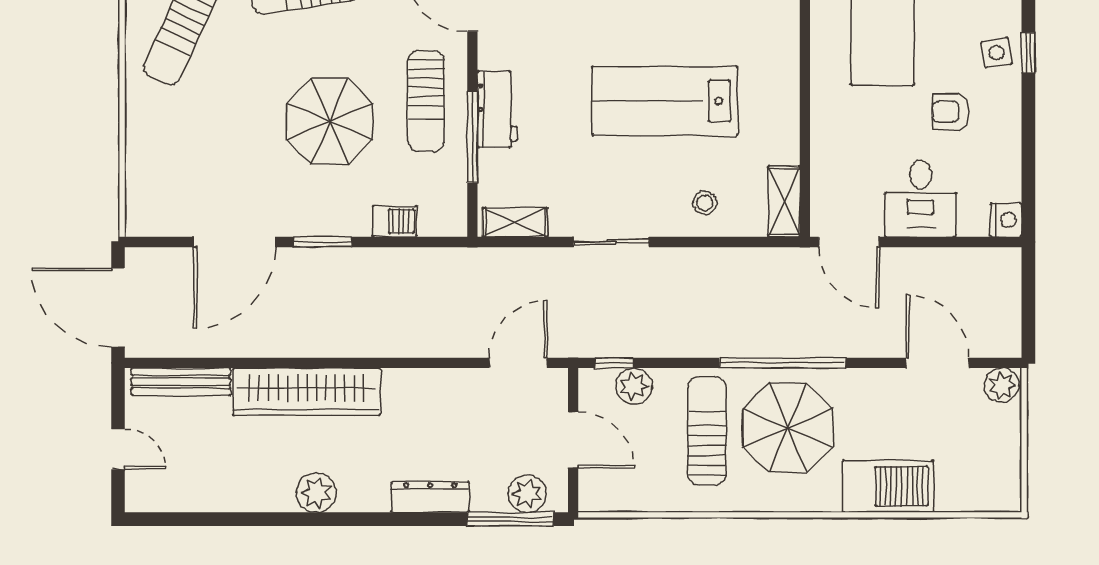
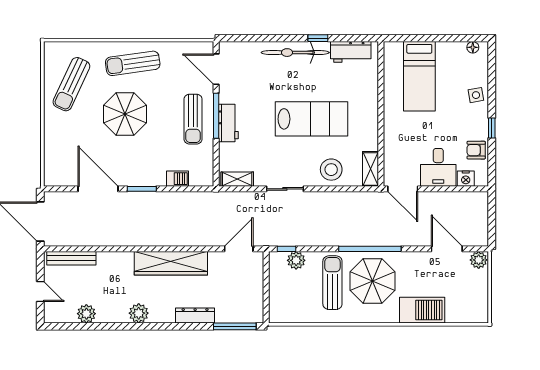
window: (1028, 53) -> (492, 128), moved
lab bench: (665, 101) -> (311, 119), turned 180
armchair: (951, 112) -> (476, 150), moved
parasol: (330, 121) -> (125, 114), moved
window: (472, 137) -> (216, 116), moved
stool: (705, 203) -> (331, 170), width x1.89, depth x1.89
nightstand: (1006, 220) -> (466, 179), moved, turned 90
door: (235, 242) -> (98, 189), swing flipped
wardrobe: (307, 392) -> (171, 263), moved
door: (573, 440) -> (266, 287), removed
plant: (527, 494) -> (86, 314), moved

